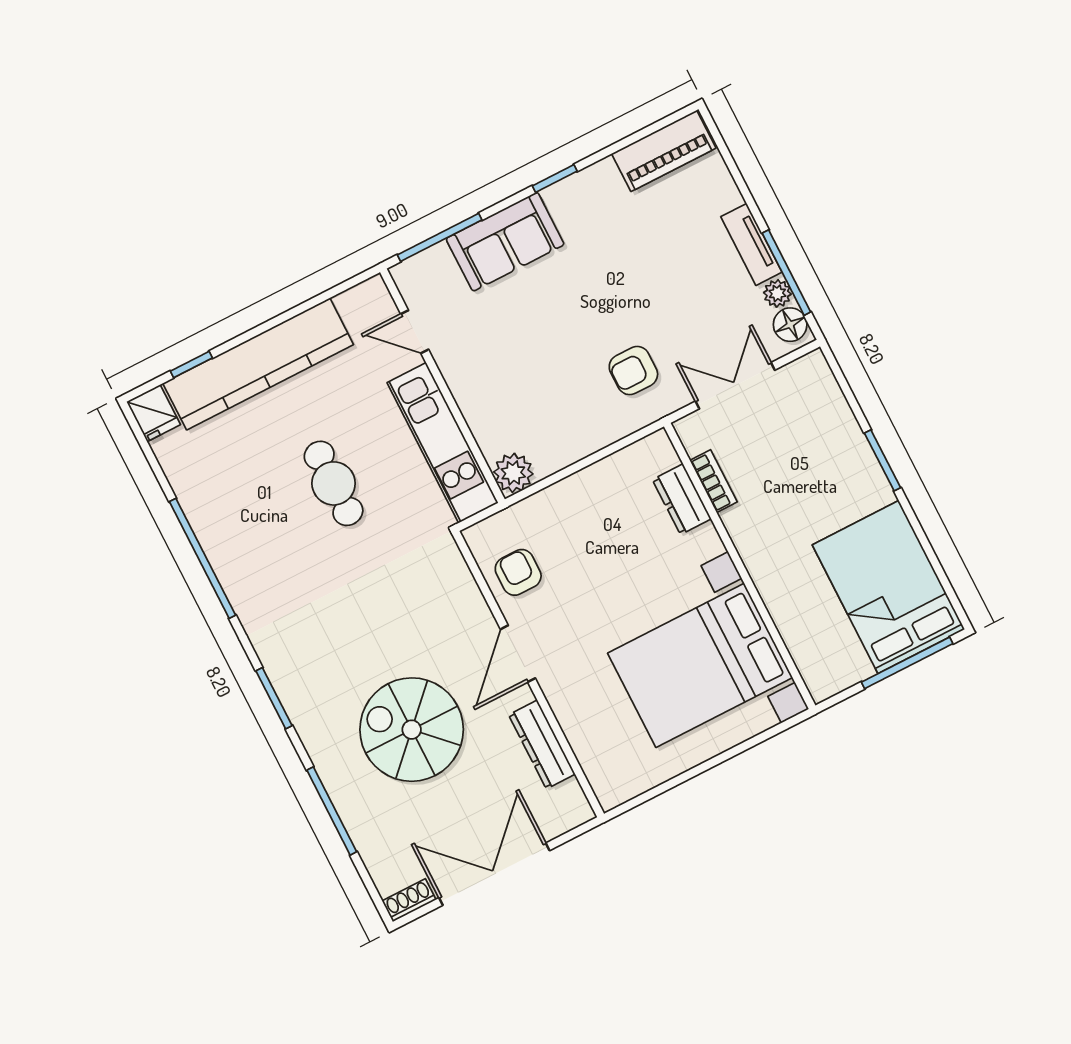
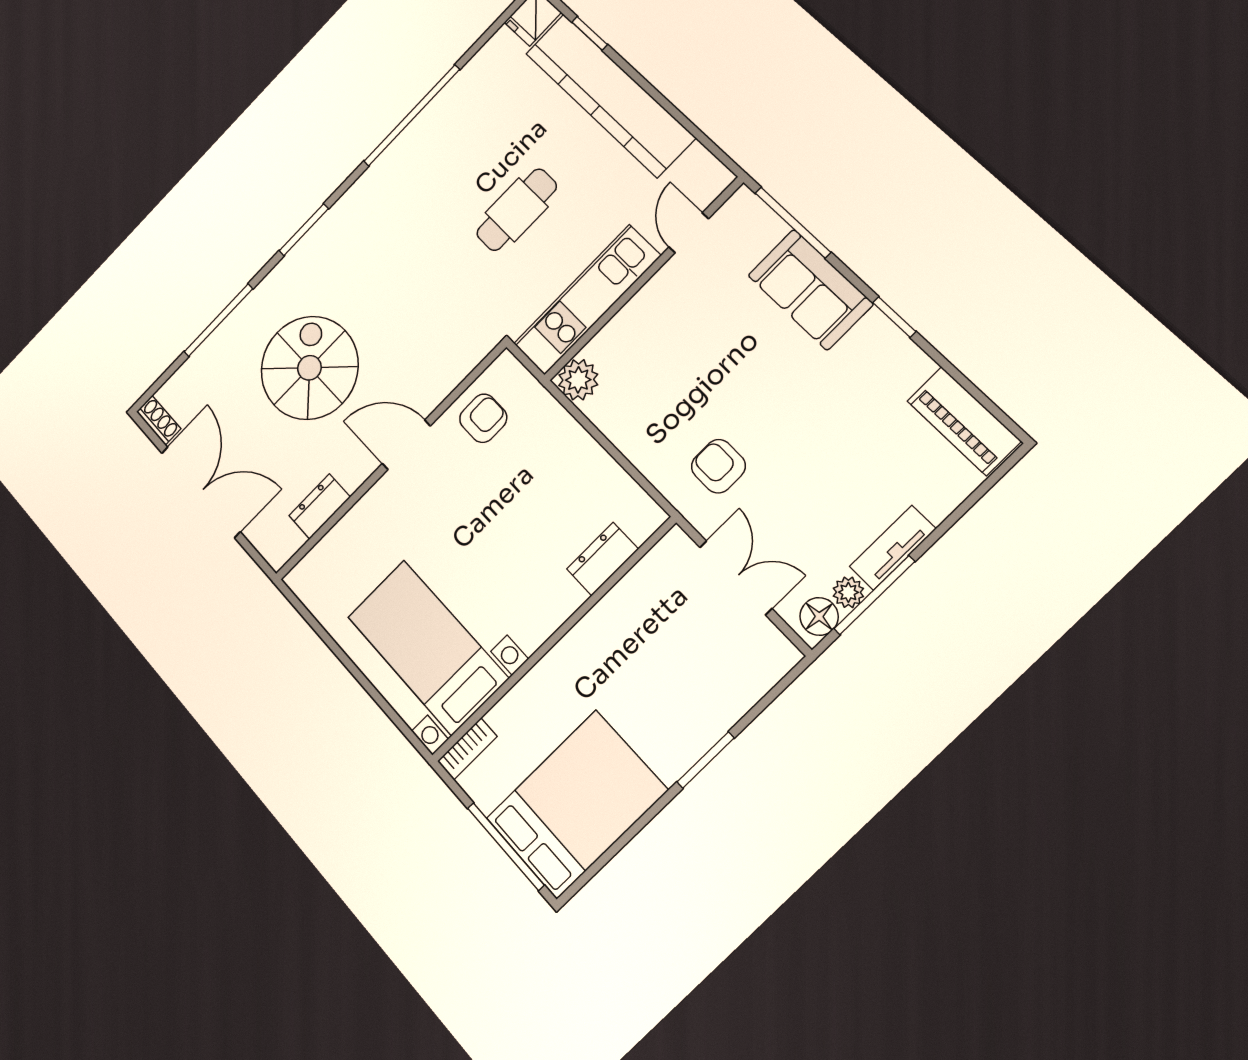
bookcase: (714, 481) -> (467, 749), moved
bed with nightstands: (700, 665) -> (427, 647), width x0.73
dresser: (542, 744) -> (320, 506), width x0.70

